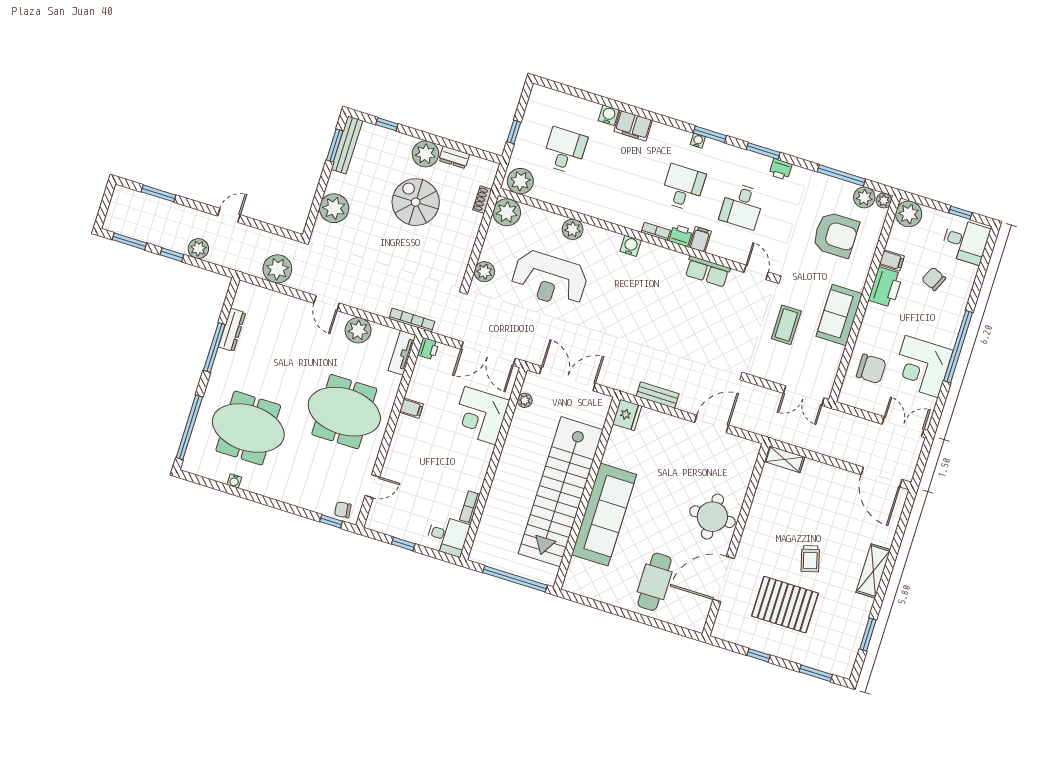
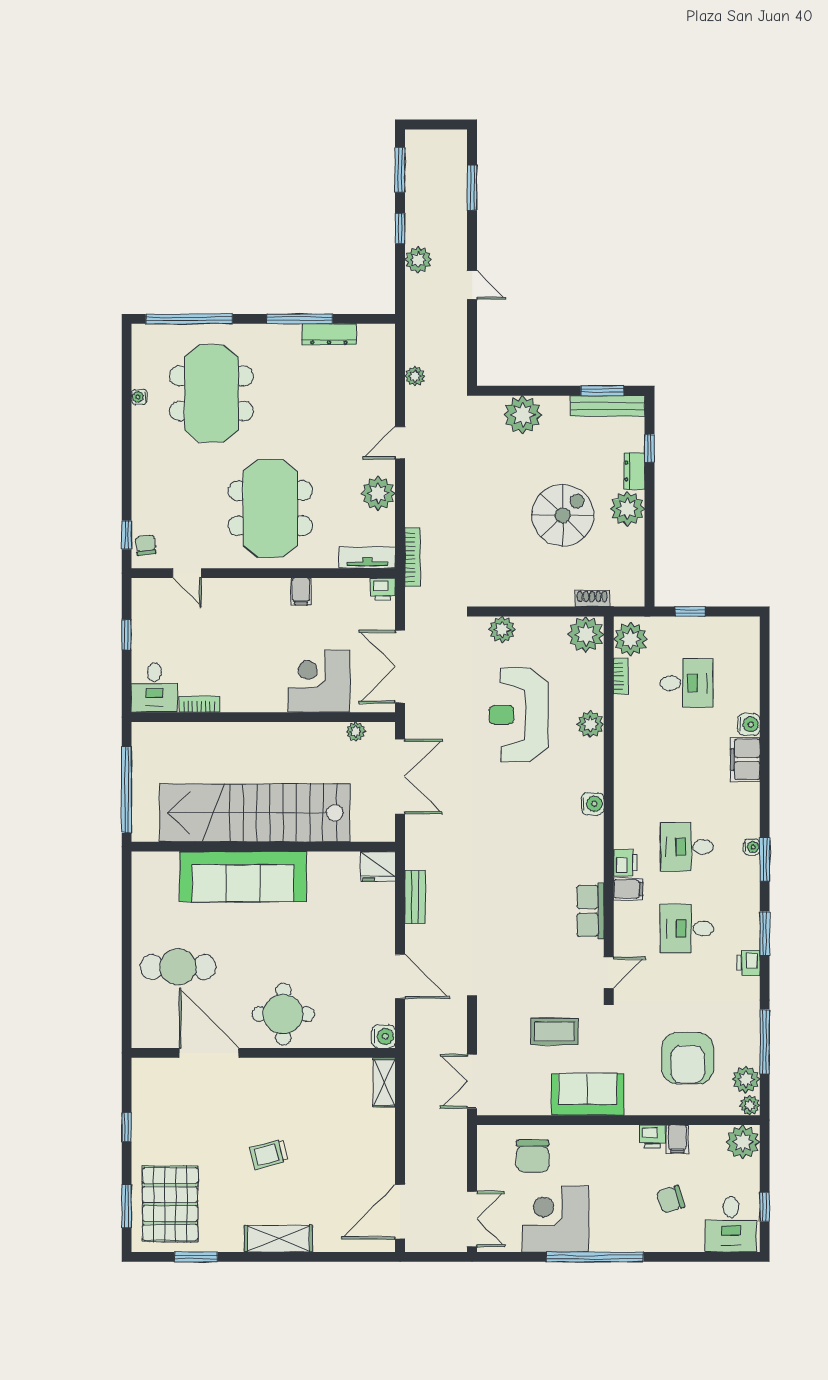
dresser: (454, 157) -> (634, 471), moved
desk: (683, 188) -> (687, 847), turned 180
bookcase: (656, 231) -> (621, 676), moved
plant: (277, 269) -> (415, 376), width x0.53, depth x0.53
chair: (934, 279) -> (671, 1199), turned -131
printer: (886, 287) -> (652, 1136), width x0.53, depth x0.68
water cooler: (751, 449) -> (383, 1036), added
pallet: (785, 605) -> (170, 1204), moved

